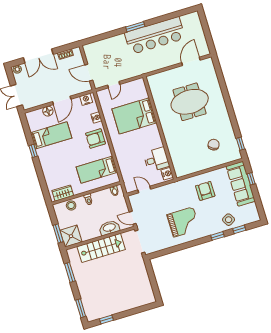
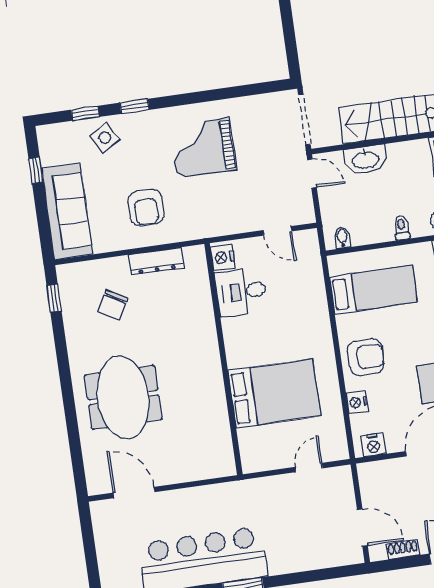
door: (191, 61) -> (134, 492), swing flipped
door: (89, 73) -> (362, 527), moved
meeting table: (190, 102) -> (123, 397), moved, turned 90
dresser: (197, 167) -> (156, 261), added
window: (251, 179) -> (36, 170), moved

